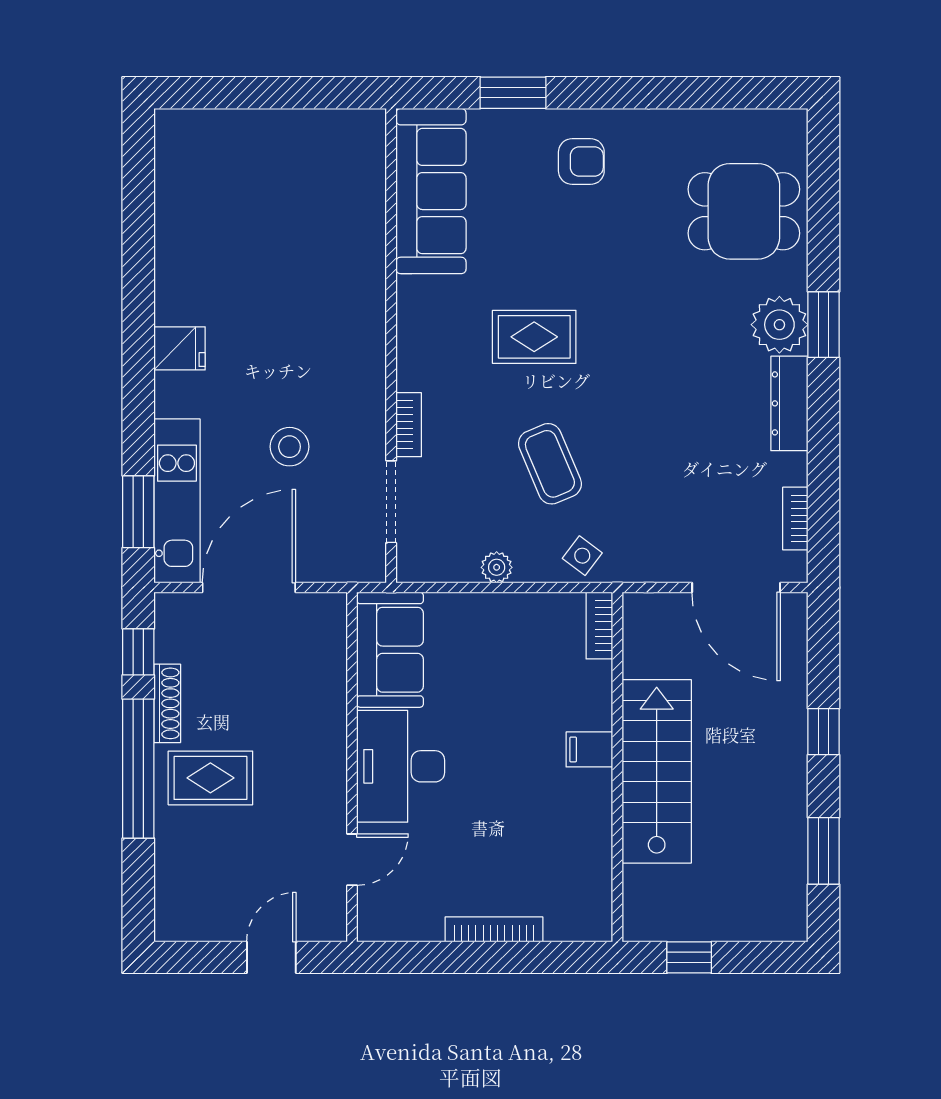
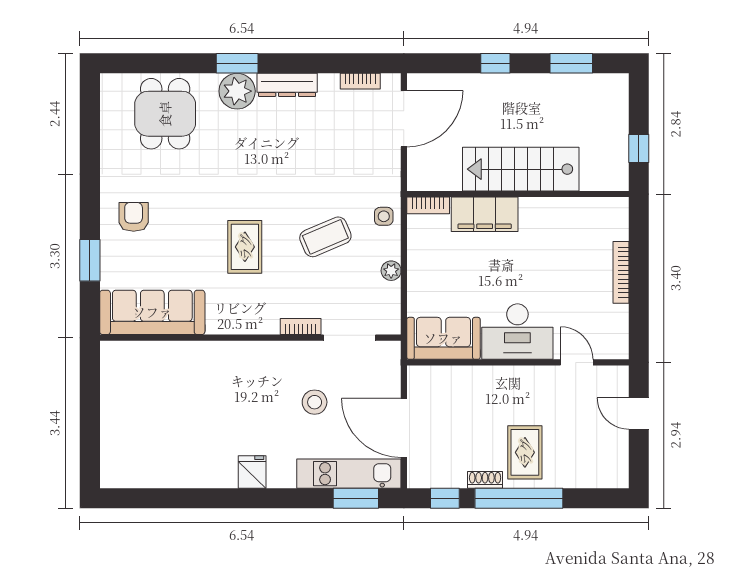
side table: (582, 556) -> (384, 216), turned -37
shoe rack: (167, 703) -> (485, 480), width x0.70
filing cabinet: (589, 749) -> (485, 214), width x3.00, depth x1.17

